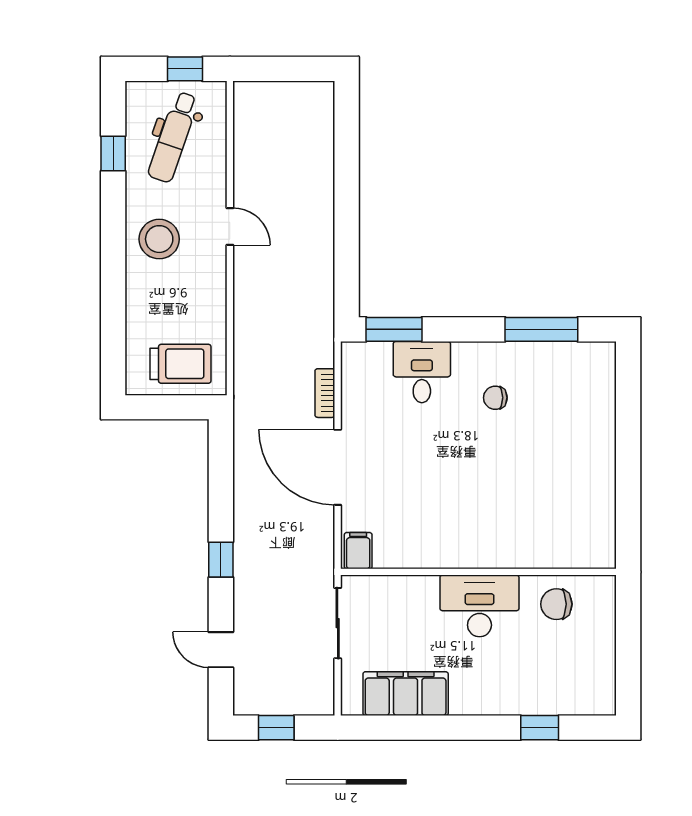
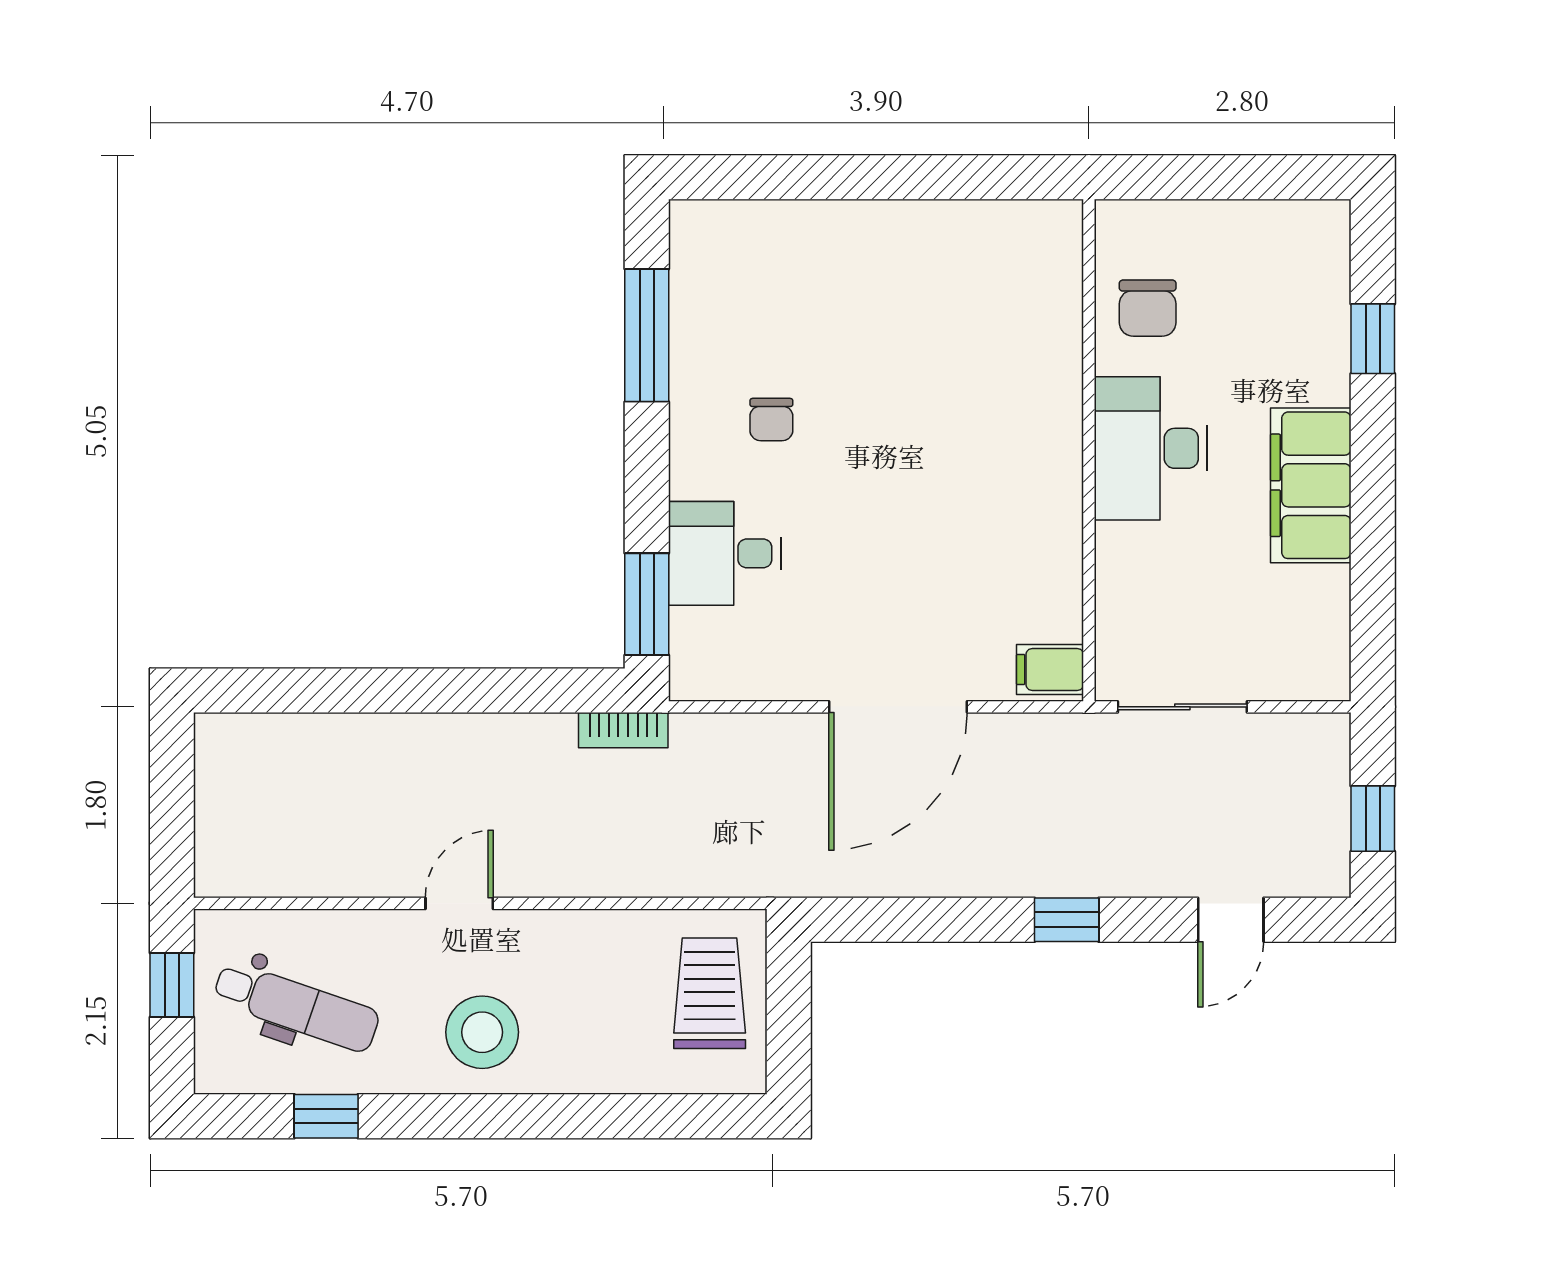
bookcase: (325, 393) -> (623, 730), moved
filing cabinet: (406, 694) -> (1311, 485), moved

